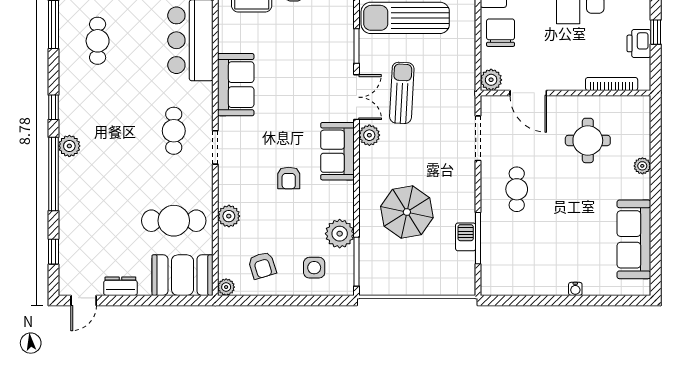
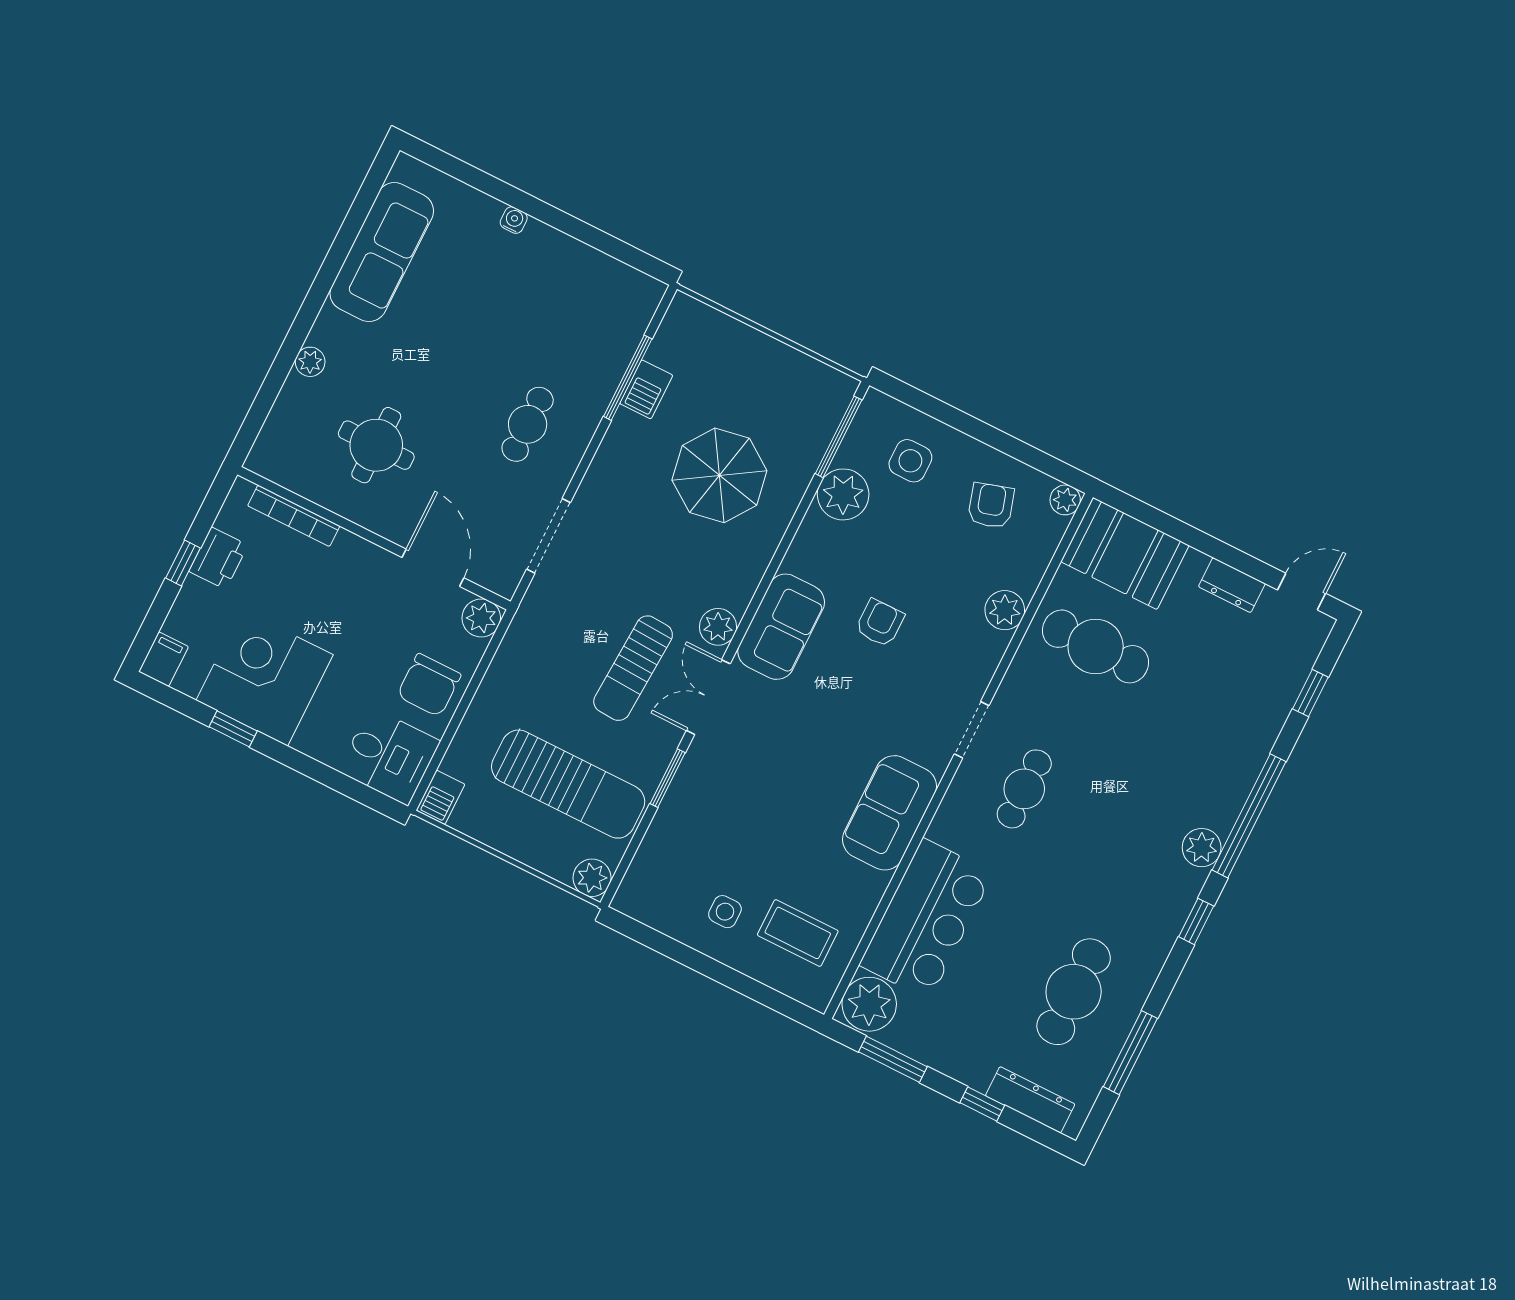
cafe table: (98, 41) -> (1074, 992), width x1.37, depth x1.35

